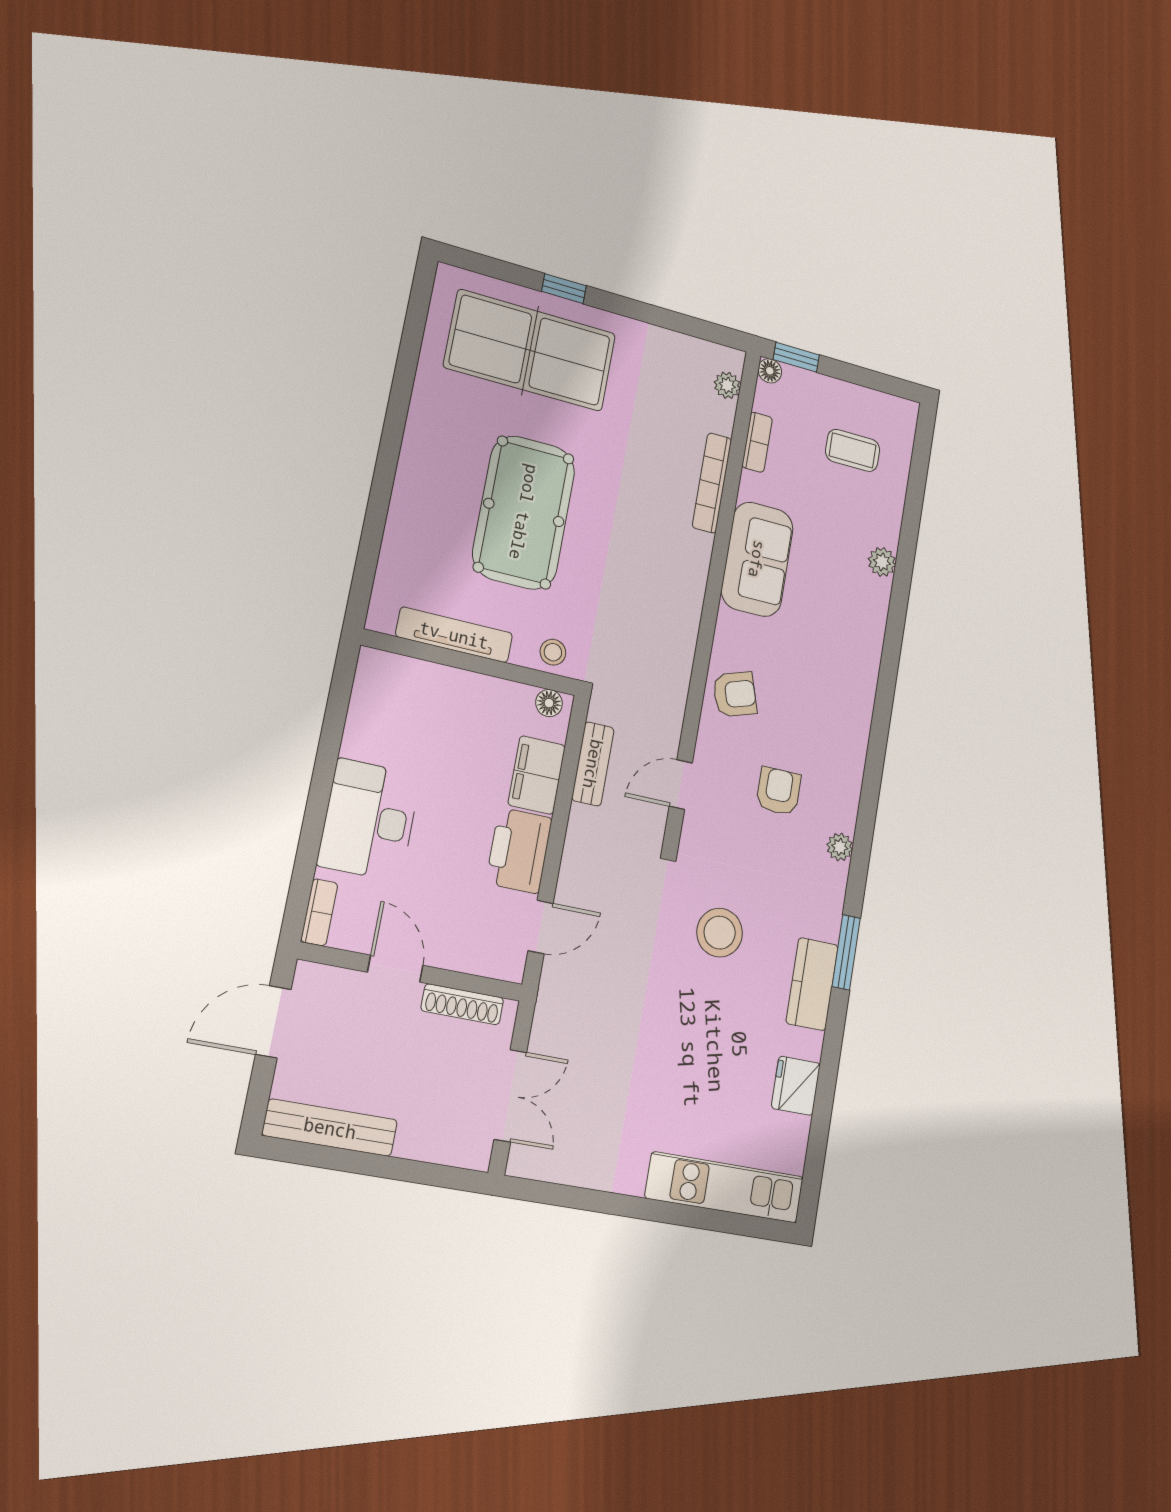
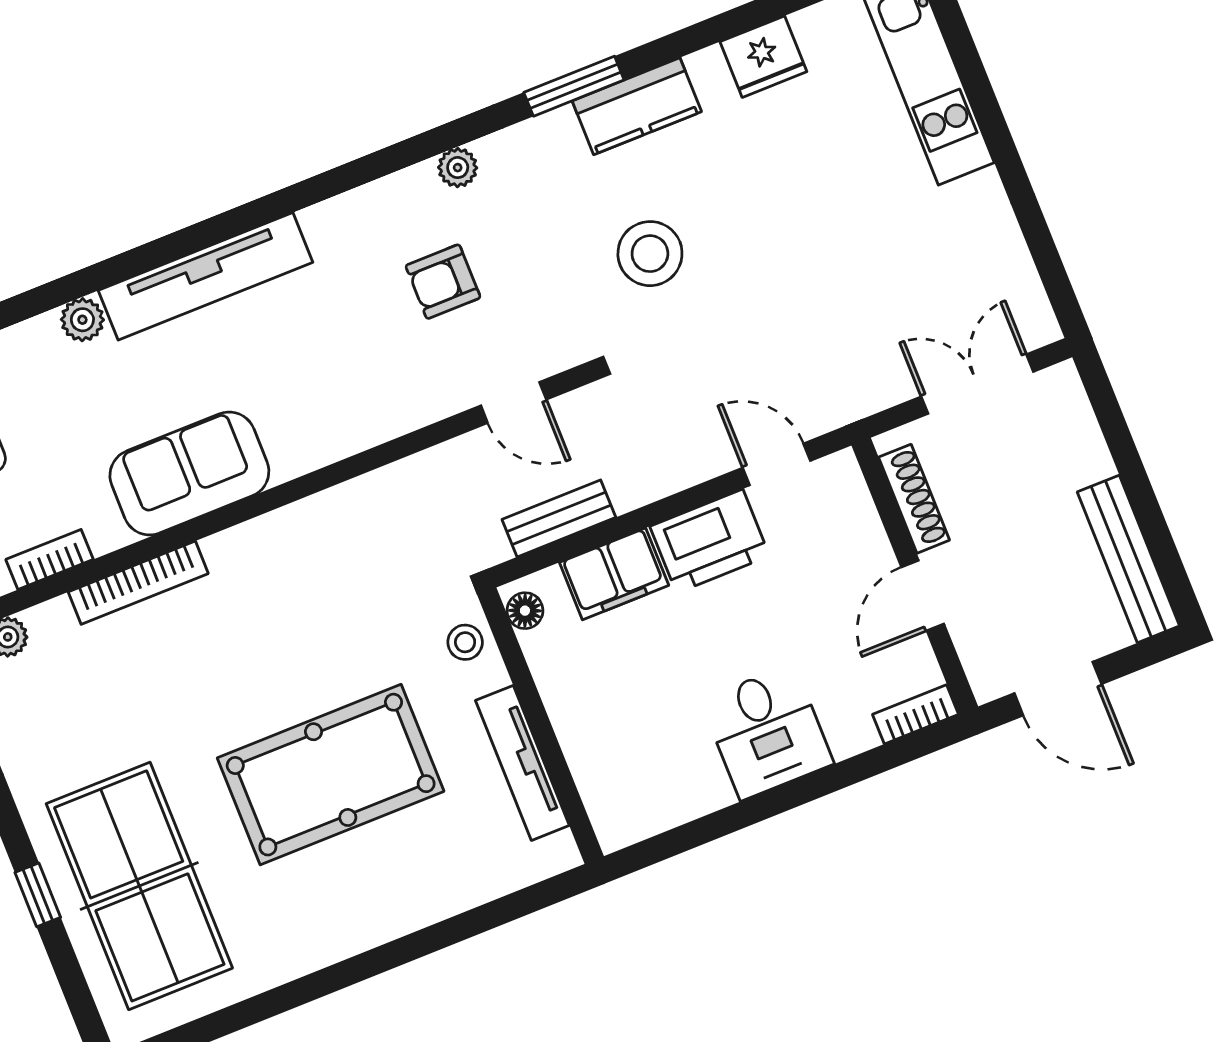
tv unit: (865, 651) -> (206, 276), added
armchair: (735, 694) -> (367, 403), removed
desk: (369, 820) -> (767, 732), width x0.73

